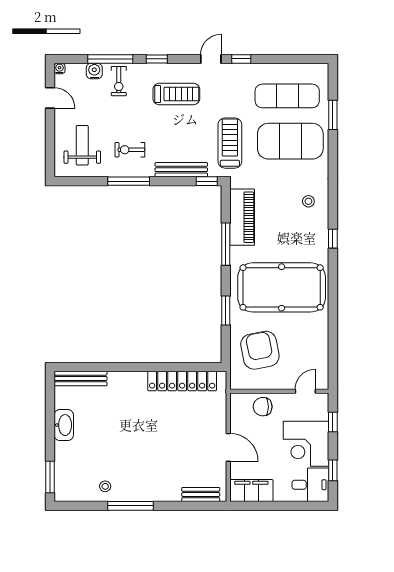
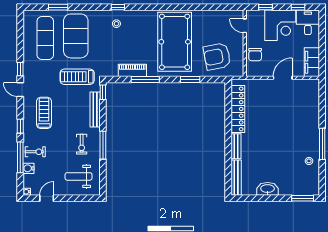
piano: (242, 217) -> (132, 70), width x0.73, depth x0.75
window: (333, 239) -> (118, 7), moved
bench: (201, 494) -> (236, 146), moved

